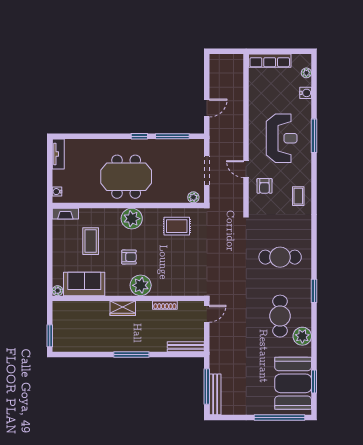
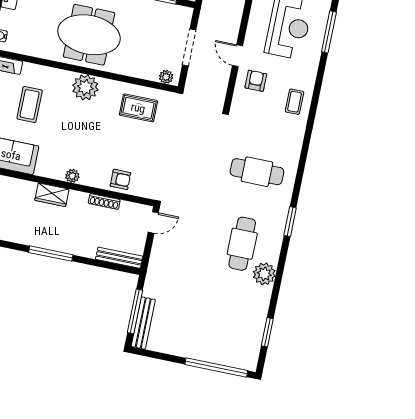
armchair: (264, 186) -> (256, 81), turned 180
armchair: (129, 257) -> (120, 179), moved
plant: (141, 285) -> (72, 176), width x0.53, depth x0.53
booth: (293, 383) -> (241, 329), removed

